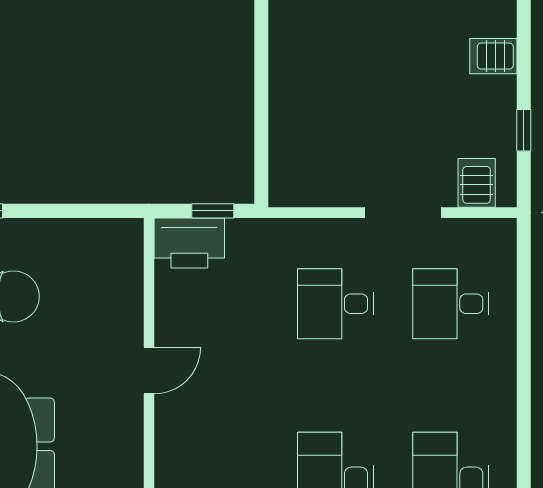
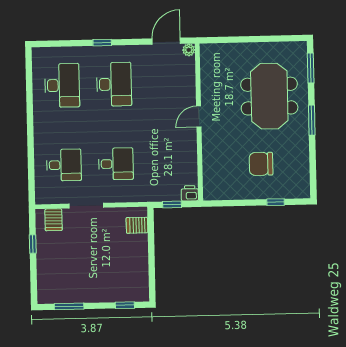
server rack: (493, 56) -> (137, 225), moved, turned 180
printer: (189, 243) -> (190, 193), width x0.53, depth x0.68
door: (149, 370) -> (199, 117), moved

